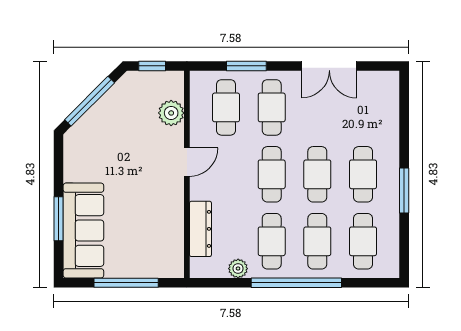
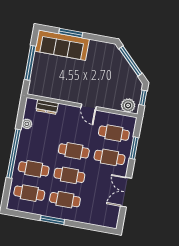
plant: (171, 113) -> (128, 105), moved
dresser: (200, 229) -> (47, 107), width x0.70
cafe table: (272, 241) -> (38, 144), removed

